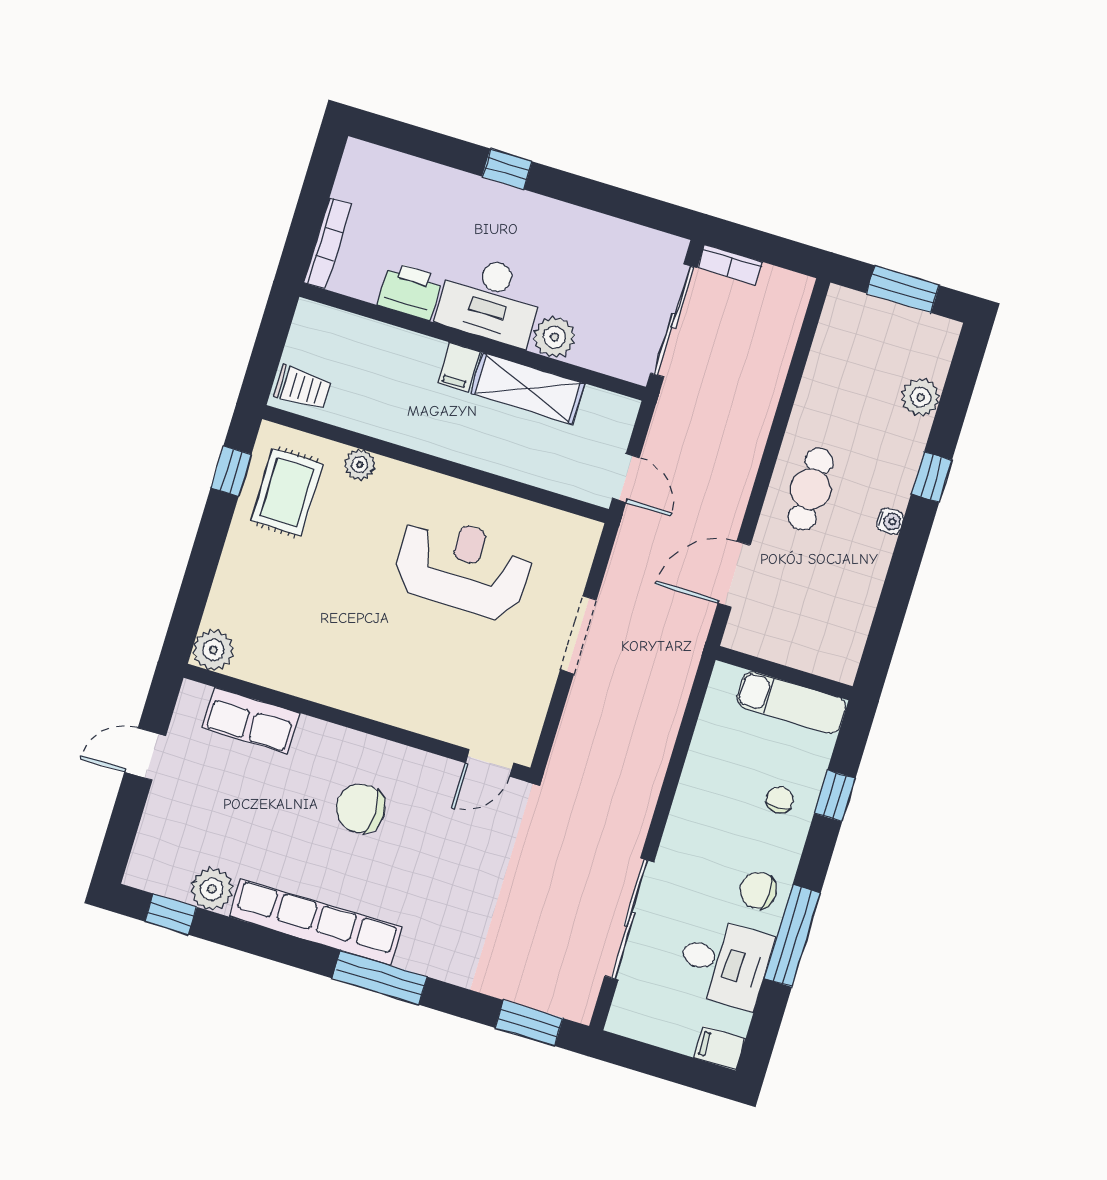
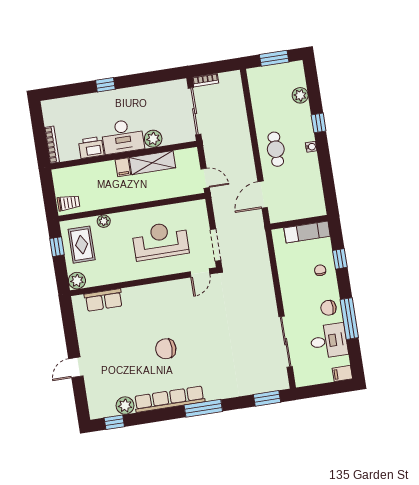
plant: (213, 650) -> (77, 281), moved
row of seats: (251, 720) -> (104, 300), moved
wall: (357, 723) -> (143, 282), moved
door: (490, 763) -> (200, 273), moved

